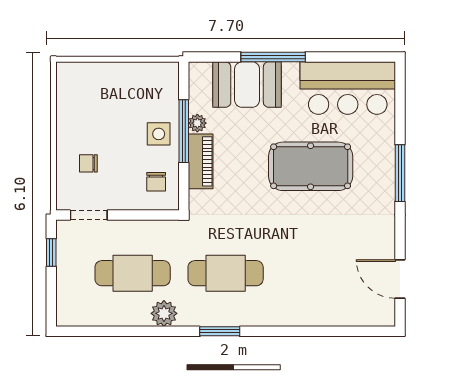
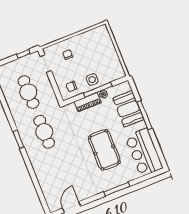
plant: (164, 313) -> (17, 112), removed

